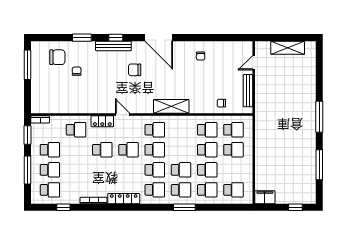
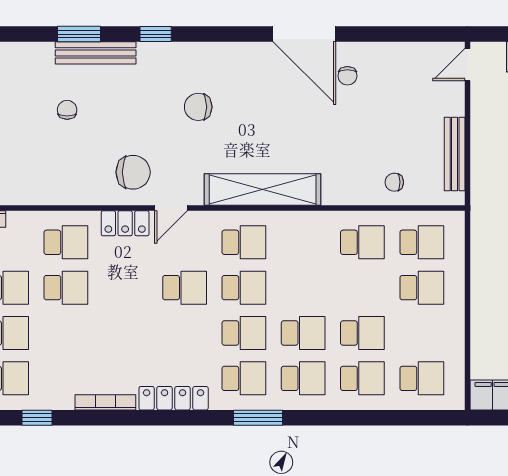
door: (159, 38) -> (304, 34), moved
bench: (113, 46) -> (96, 53), moved
chair: (57, 57) -> (133, 172), moved
door: (254, 63) -> (467, 65), moved
shelving: (171, 106) -> (263, 190), width x1.47
door: (123, 115) -> (171, 208), swing flipped
school desk: (102, 150) -> (66, 288), moved
school desk: (207, 150) -> (362, 288), removed
window: (184, 207) -> (258, 418), moved

